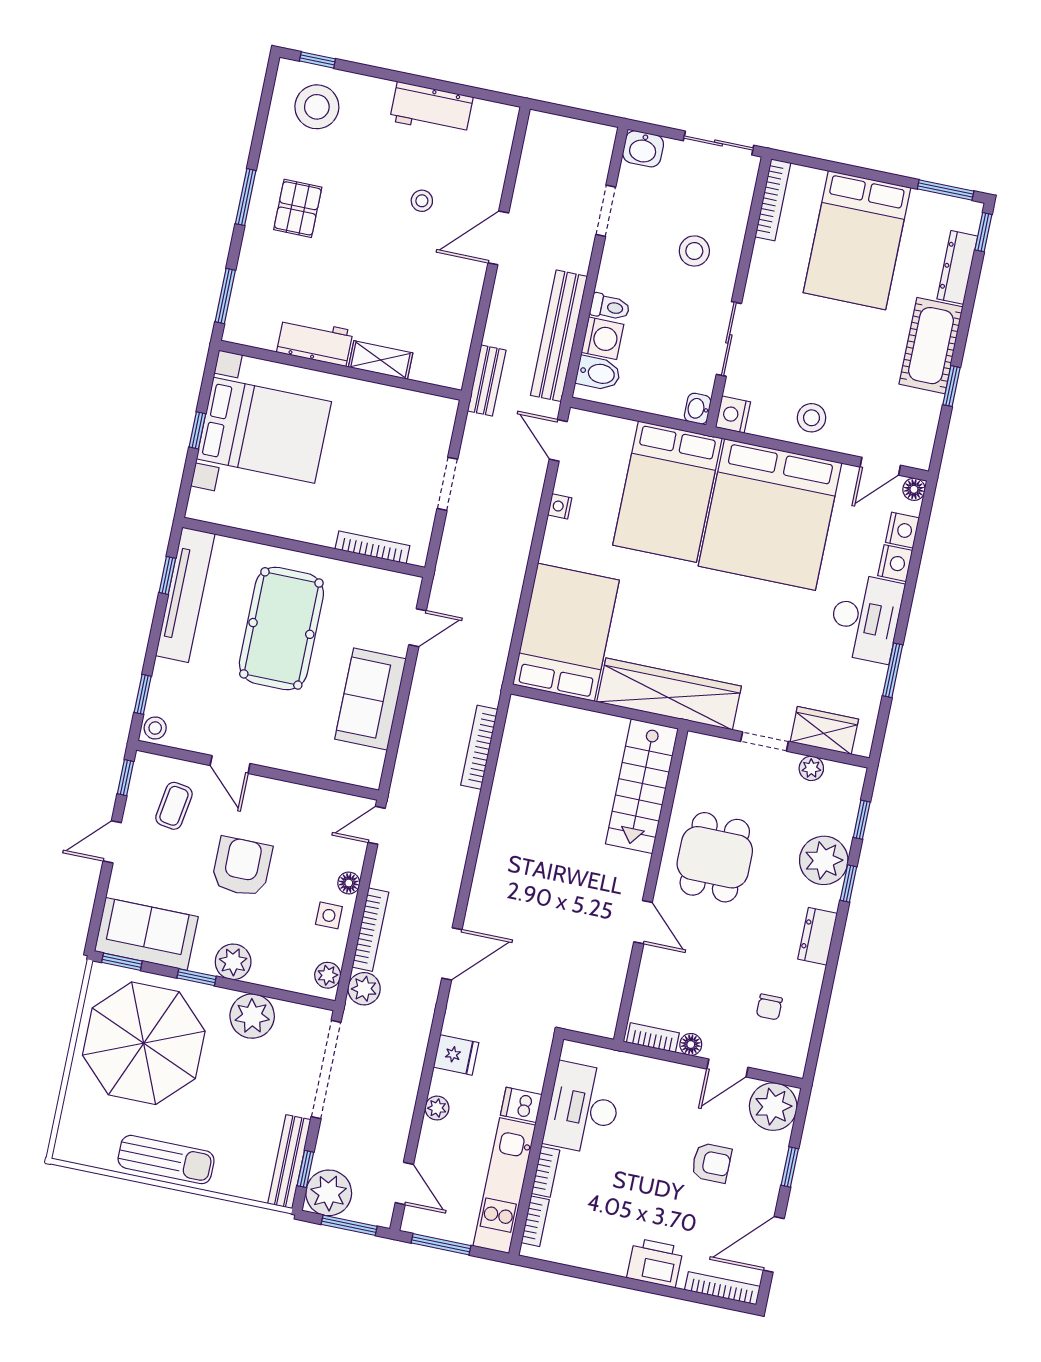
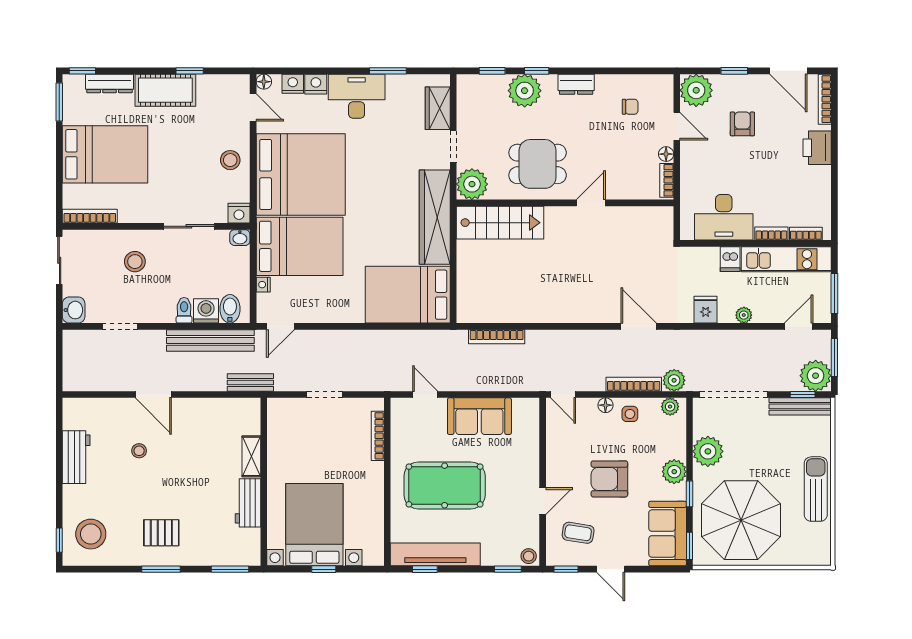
nightstand: (560, 506) -> (263, 285), moved, turned 90
plant: (811, 768) -> (472, 184), moved, width x1.87, depth x1.87

